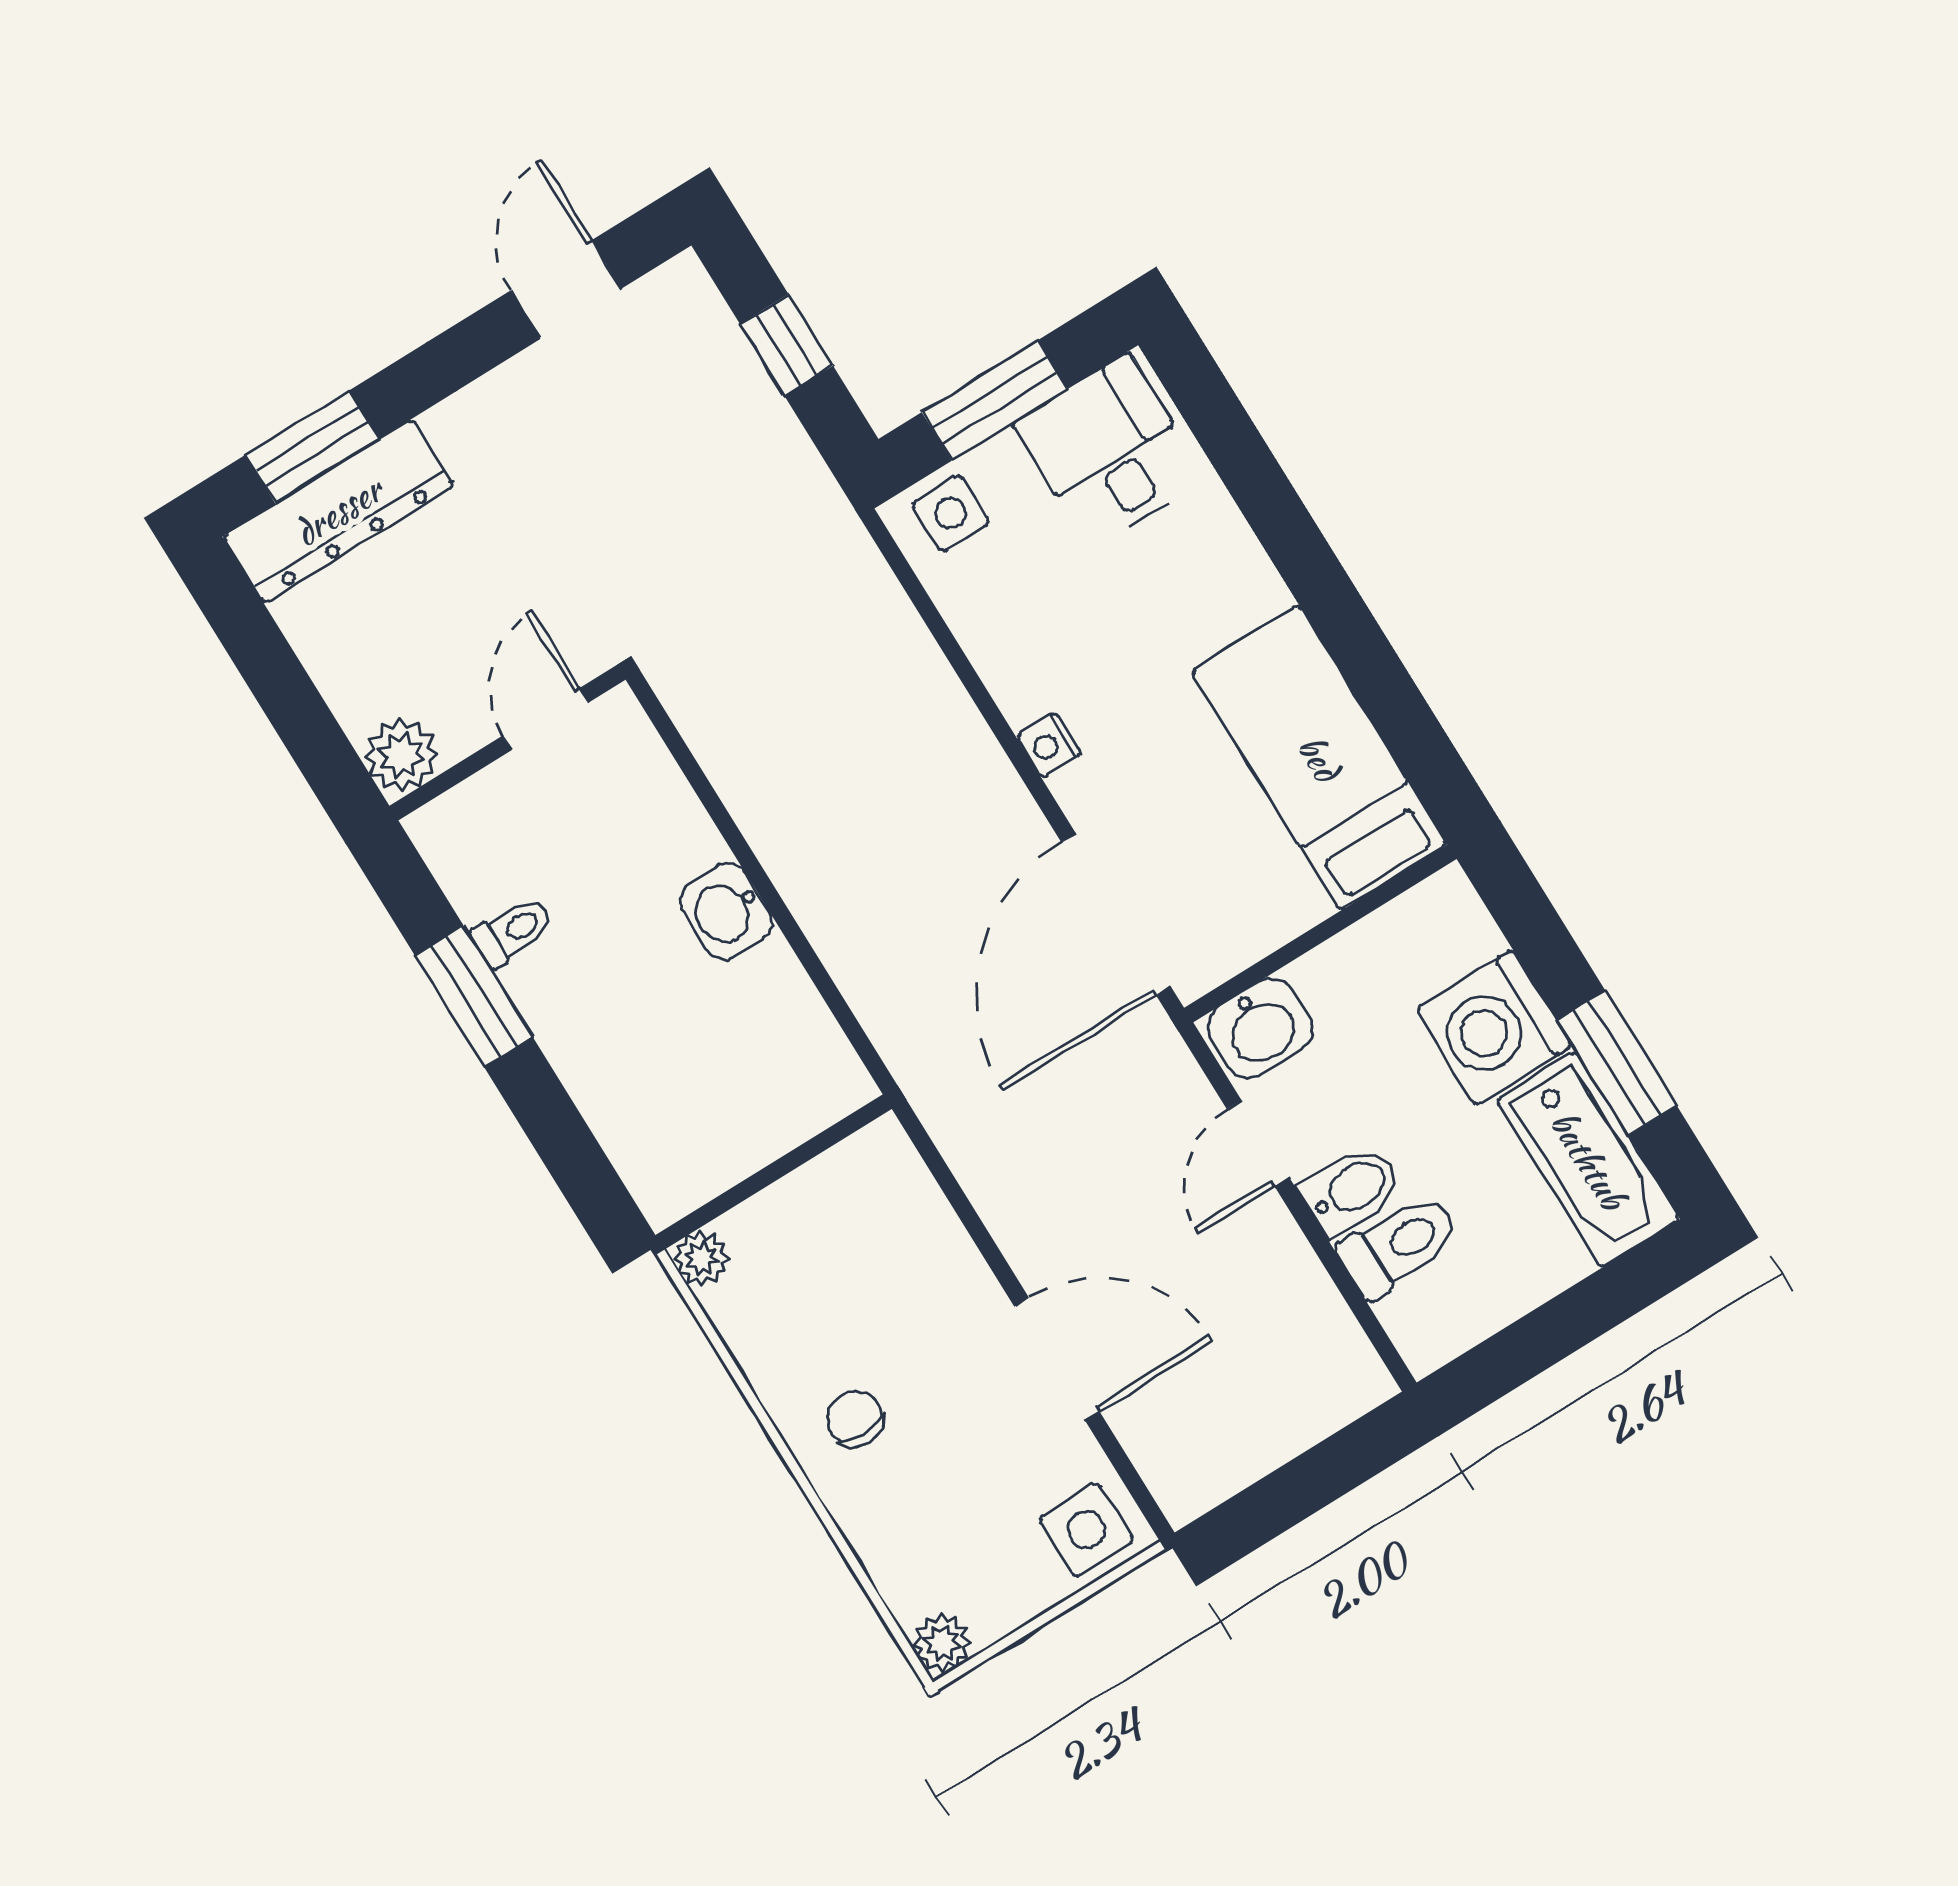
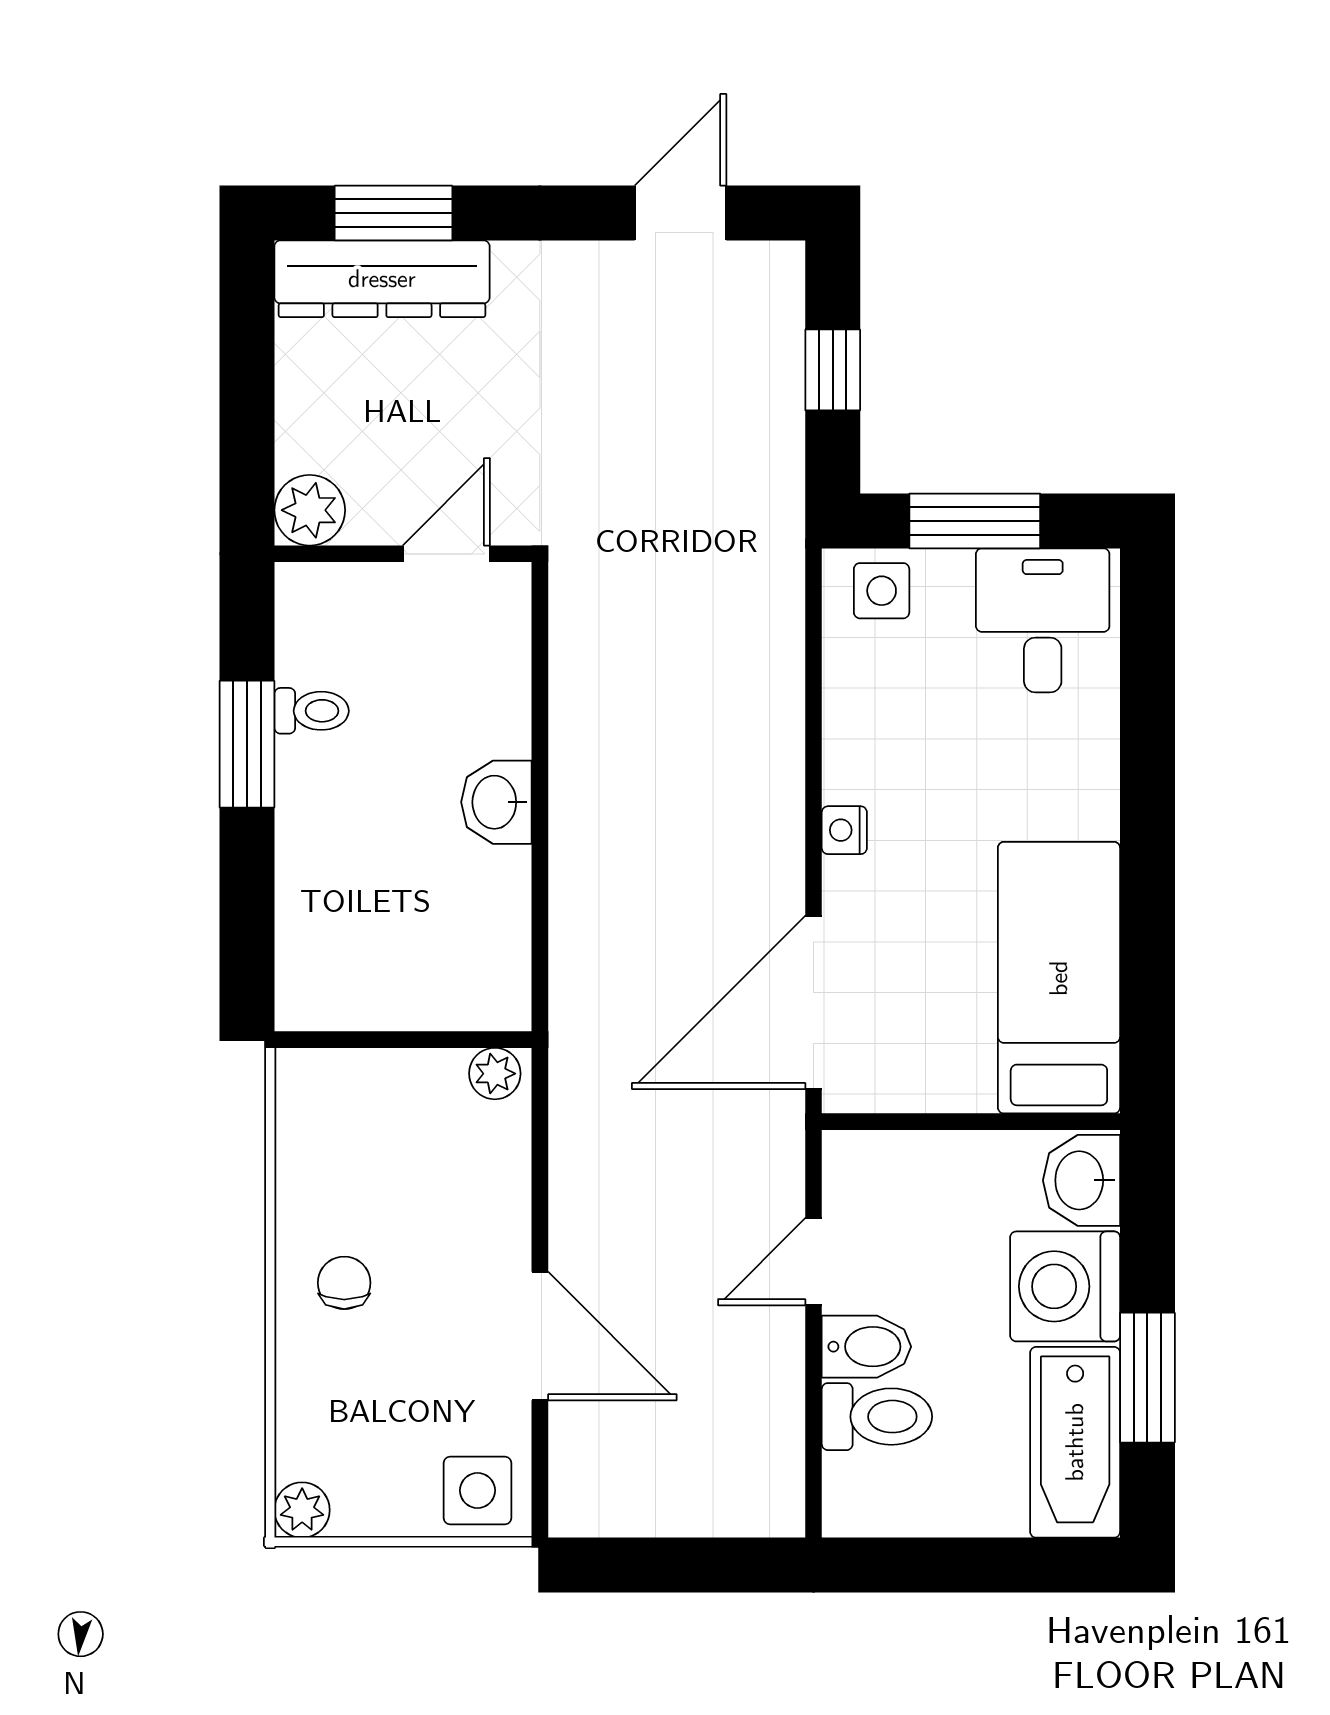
washbasin: (1260, 1028) -> (1081, 1180), moved, turned 90
plant: (701, 1258) -> (495, 1074), moved

